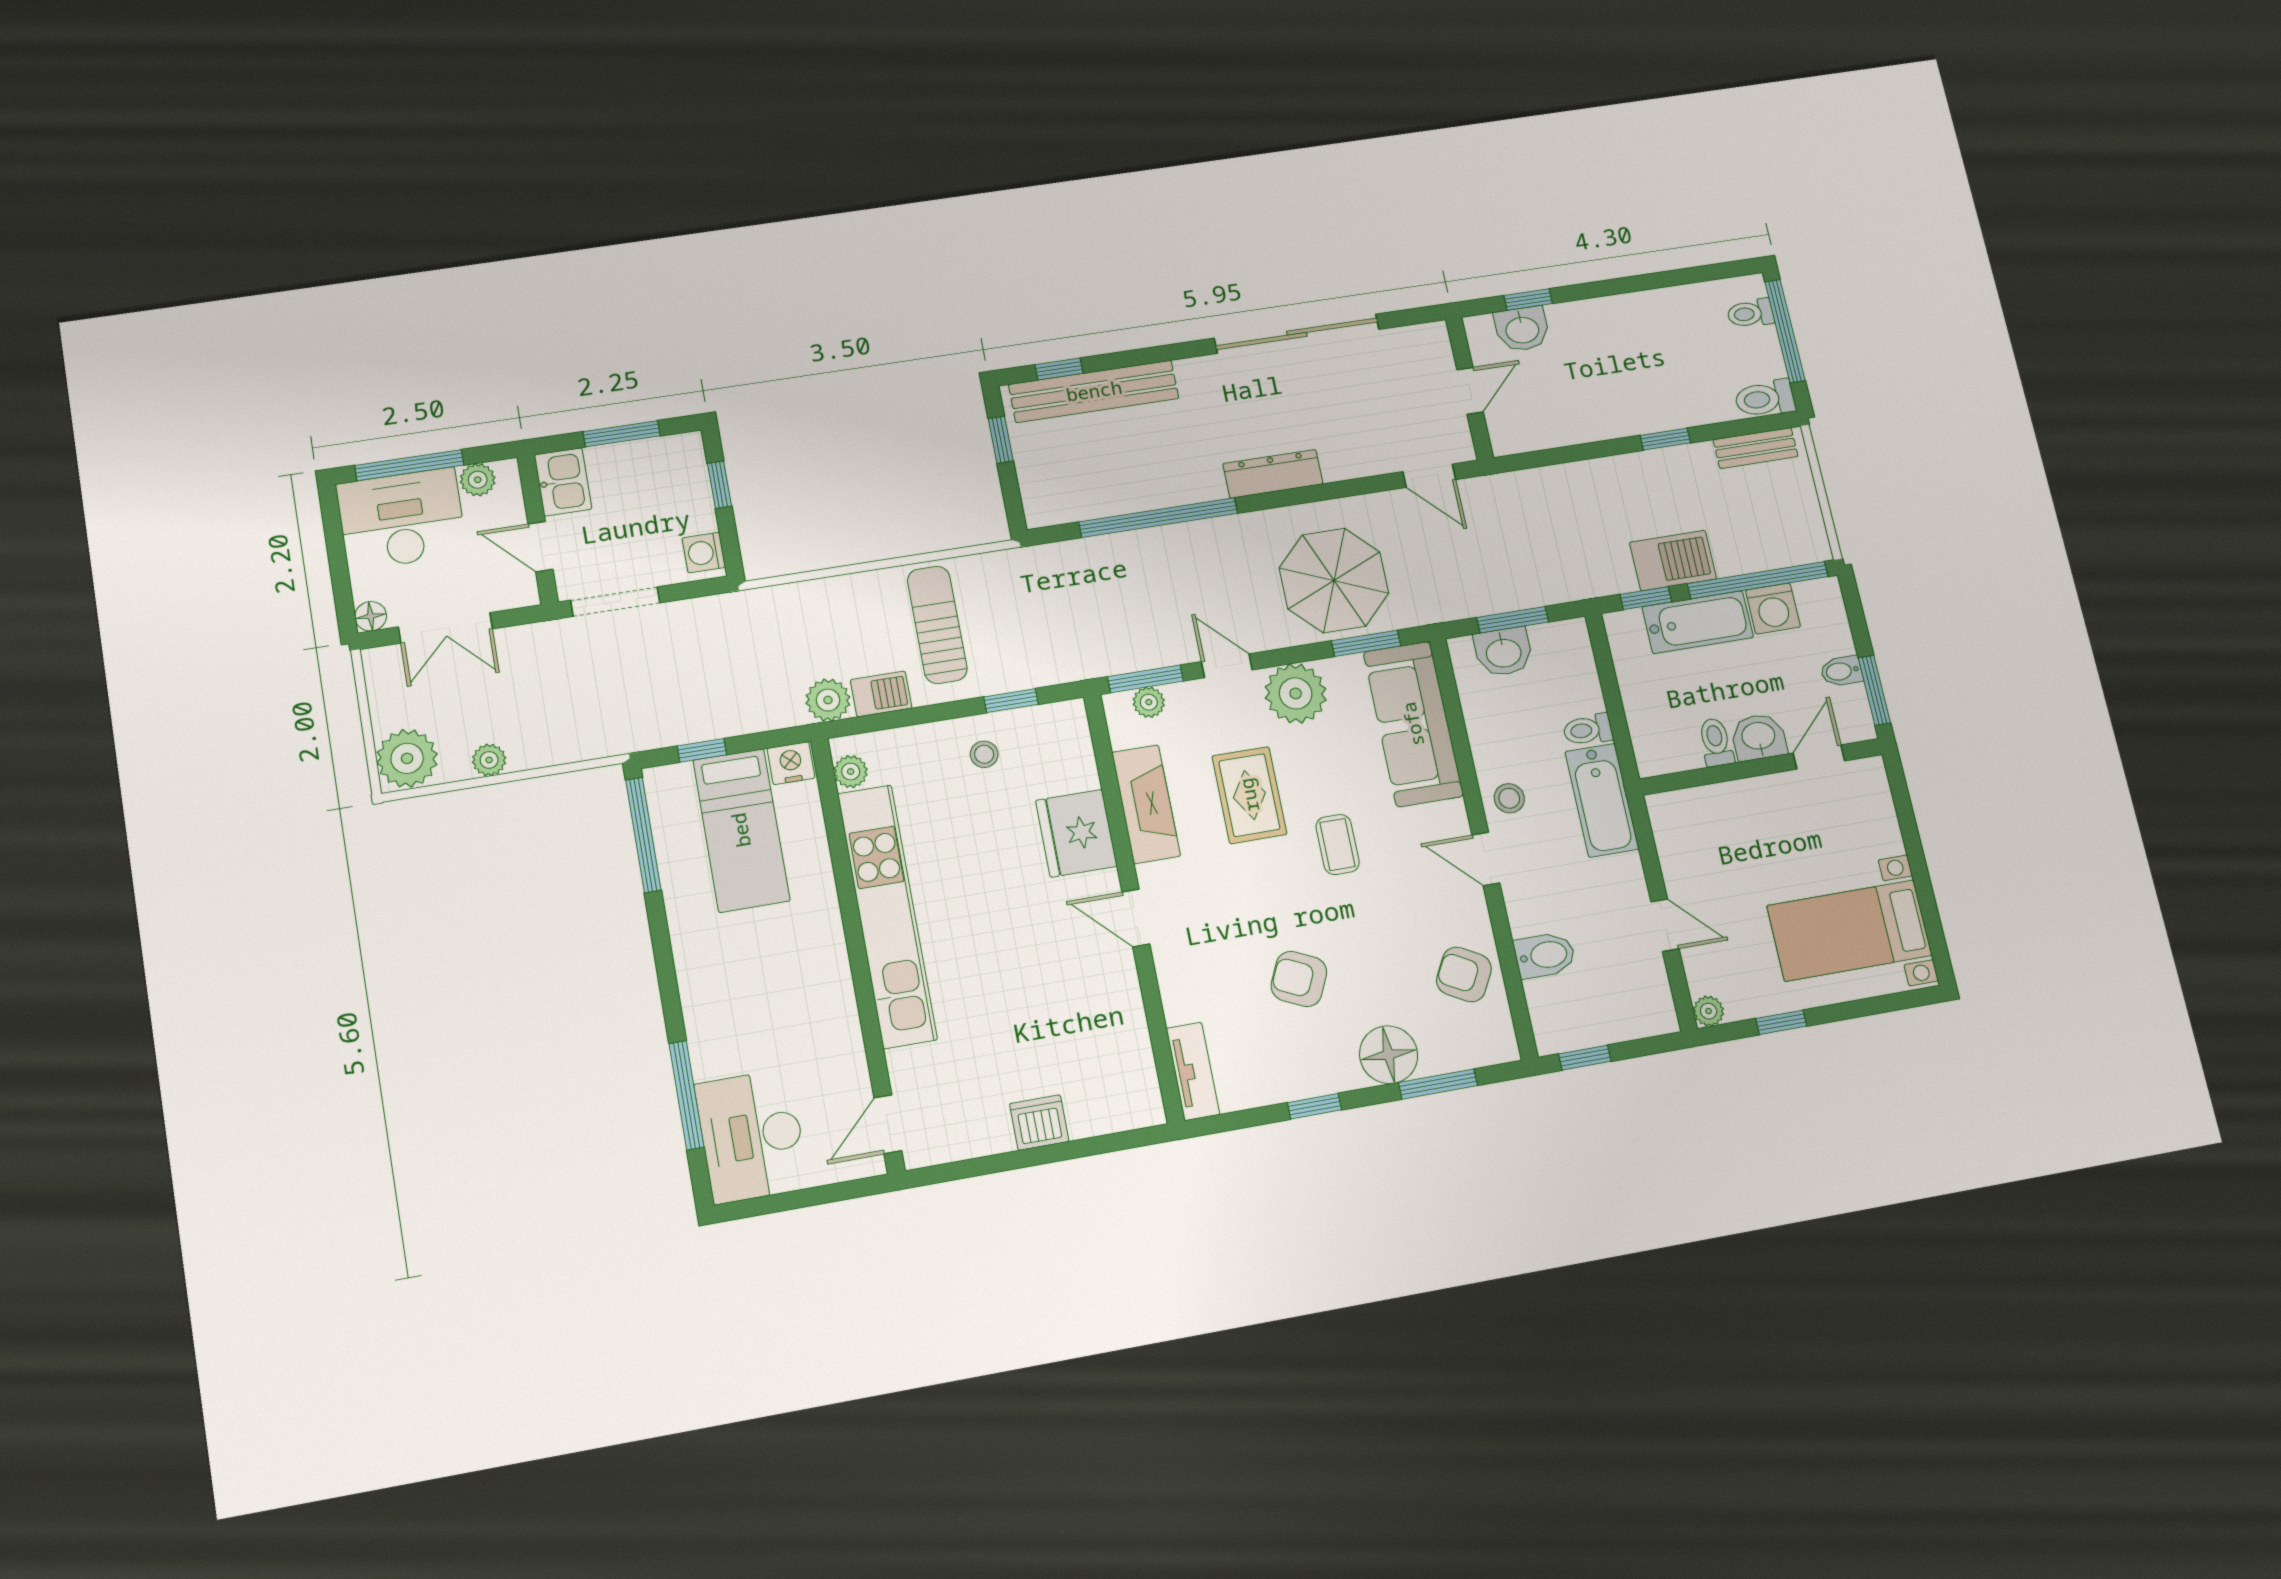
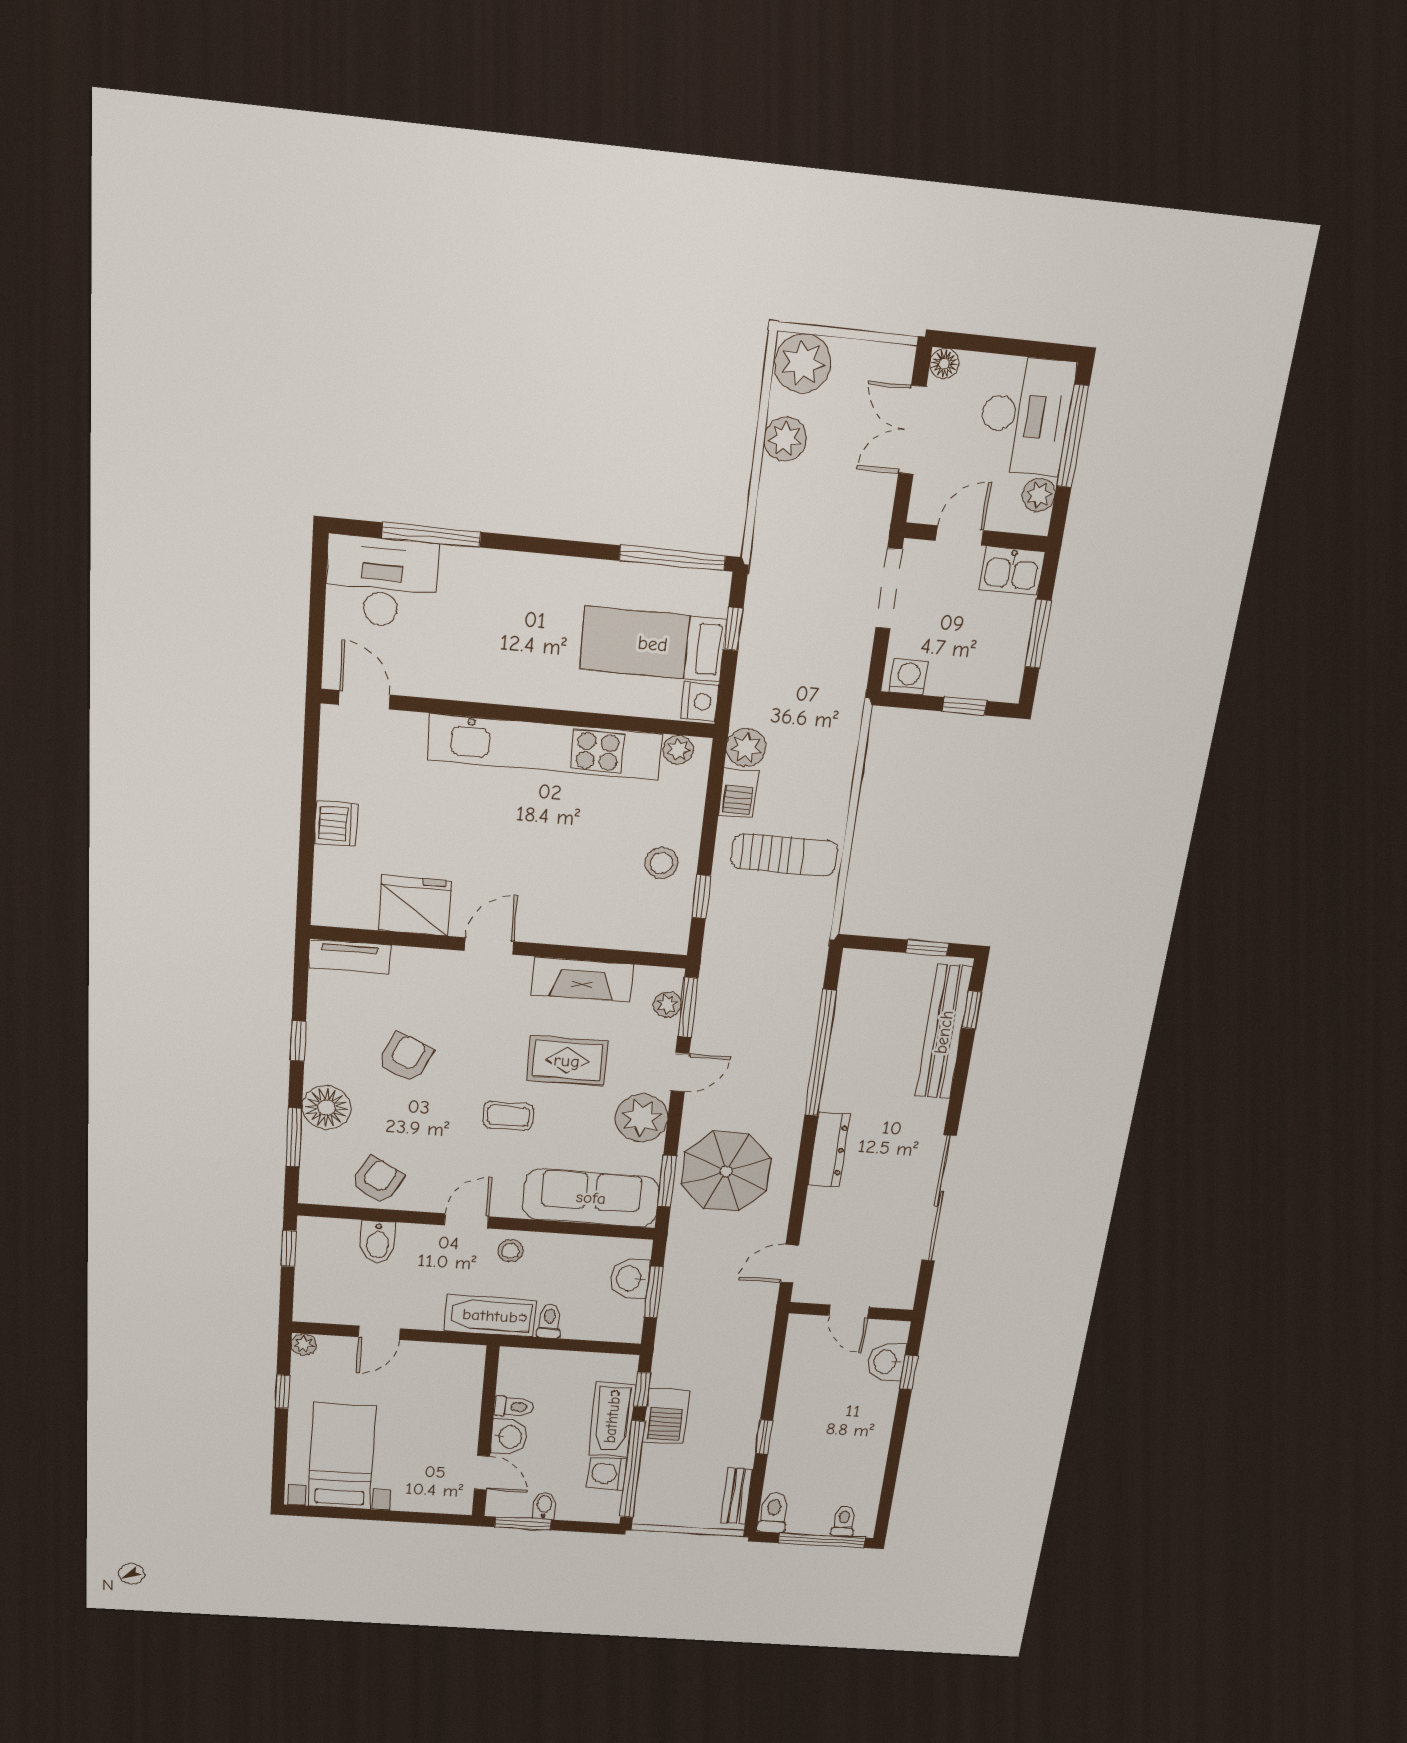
stool: (984, 754) -> (662, 863), width x1.37, depth x1.37
plant: (489, 760) -> (785, 439), width x1.38, depth x1.38
fridge: (1076, 833) -> (415, 906), moved

